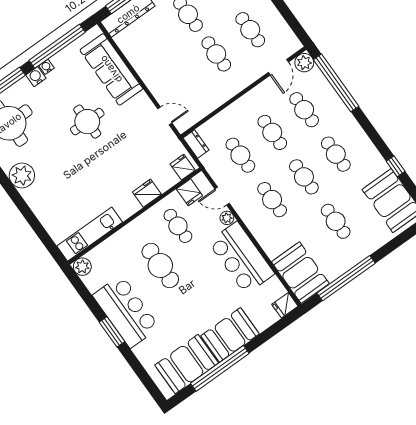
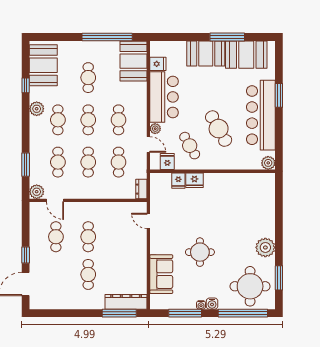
window: (57, 46) -> (185, 313), width x0.68
door: (278, 67) -> (55, 200), swing flipped
sofa: (111, 69) -> (161, 274), width x0.73
window: (336, 83) -> (26, 165), width x0.47
plant: (366, 150) -> (37, 109), added
fridge: (183, 167) -> (178, 181), moved
cafe table: (178, 226) -> (190, 146), turned -30
kitchen unit: (90, 234) -> (249, 180), removed
cafe table: (160, 265) -> (219, 129), turned -30
fridge: (285, 305) -> (158, 64), moved
bar counter: (126, 311) -> (261, 115), width x1.36
window: (112, 332) -> (279, 95), moved
window: (220, 368) -> (227, 37), width x0.68

